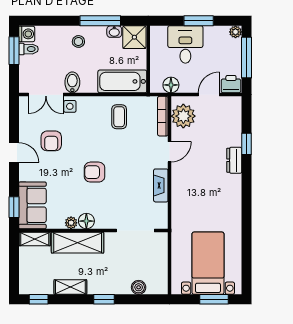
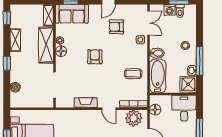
washing machine: (27, 34) -> (170, 10), moved
desk: (185, 45) -> (184, 108), moved, turned -90
bidet: (72, 82) -> (157, 53), moved
double door: (46, 95) -> (149, 23), swing flipped

